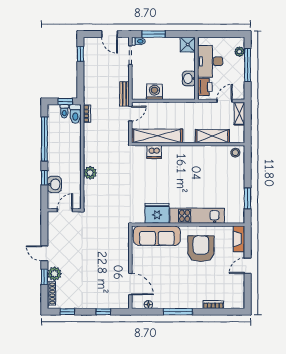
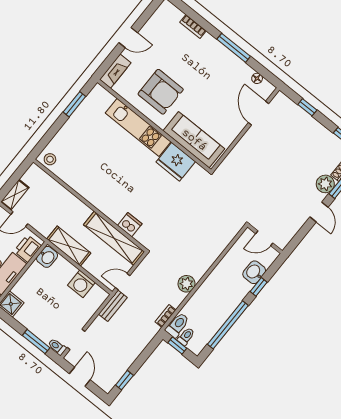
washbasin: (189, 78) -> (47, 257), moved
shelving: (212, 136) -> (69, 246), moved
plant: (90, 173) -> (186, 284), moved
armchair: (201, 249) -> (161, 92), turned -90

